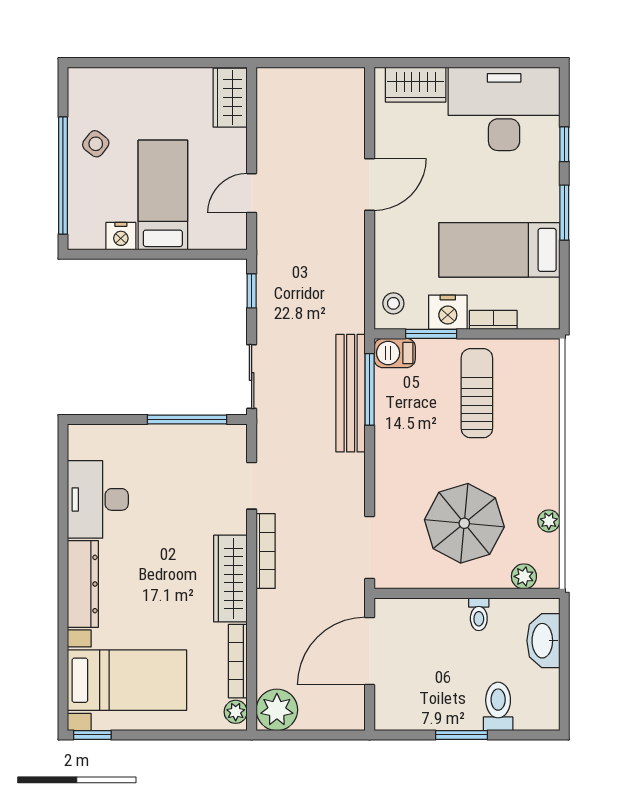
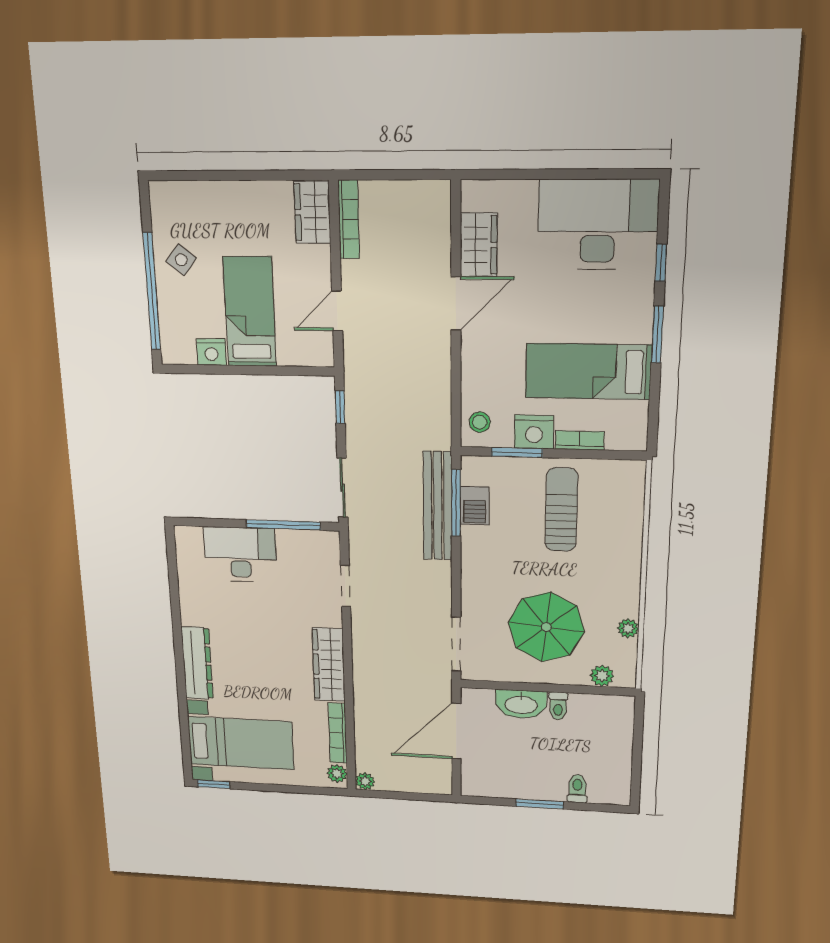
wardrobe: (416, 85) -> (479, 245), moved, turned -90
barbecue: (395, 353) -> (475, 506), moved, turned -90
desk: (98, 499) -> (240, 554), moved, turned 90
bookcase: (266, 551) -> (349, 219), moved
washbasin: (543, 641) -> (521, 704), moved, turned -90
toilet: (498, 706) -> (577, 789), width x0.73, depth x0.72
plant: (277, 710) -> (365, 781), width x0.53, depth x0.53

